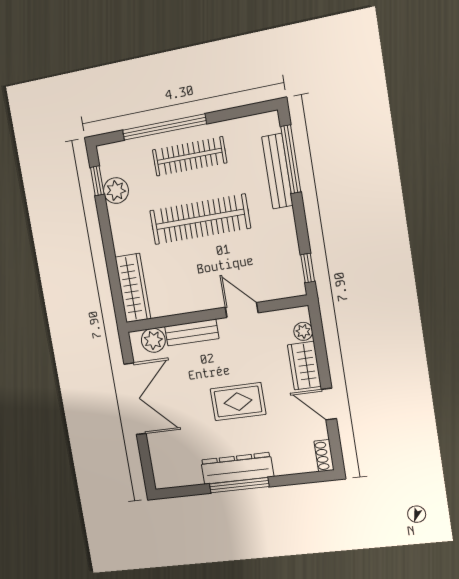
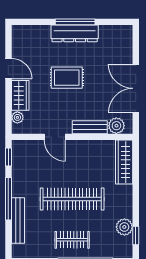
clothes rail: (189, 156) -> (72, 240), width x0.73
window: (291, 159) -> (8, 199), moved
shoe rack: (324, 456) -> (17, 35), removed

